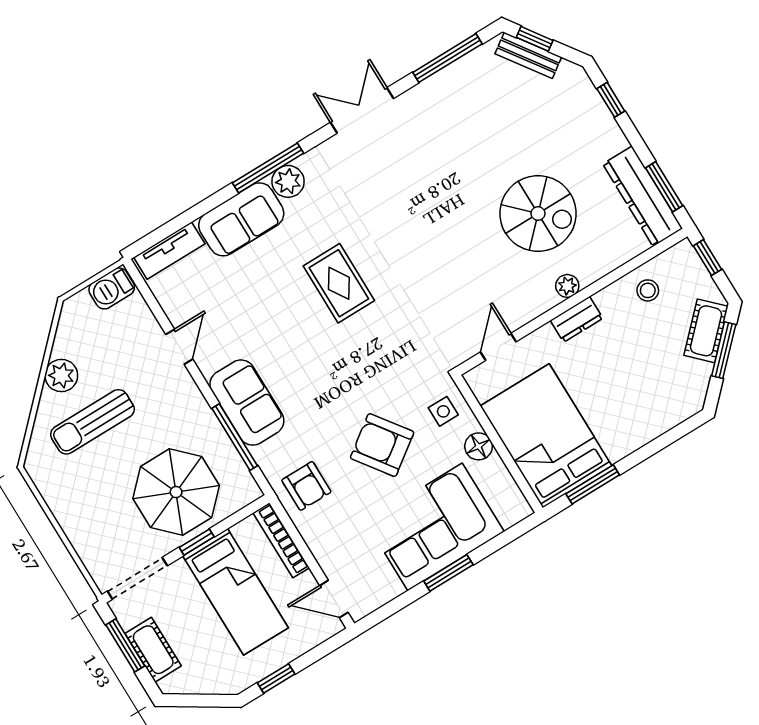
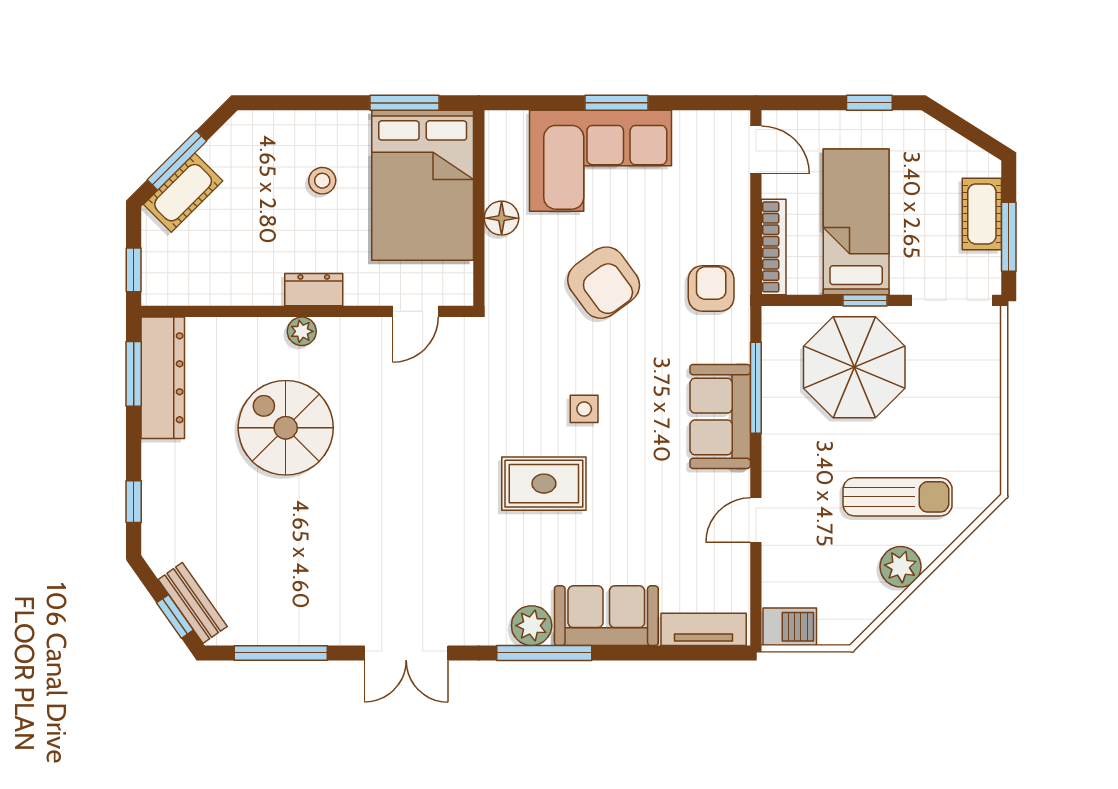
rug: (339, 283) -> (544, 484), turned 90
stool: (648, 290) -> (322, 181), moved
side table: (443, 411) -> (584, 409), moved

